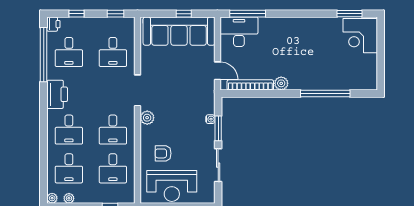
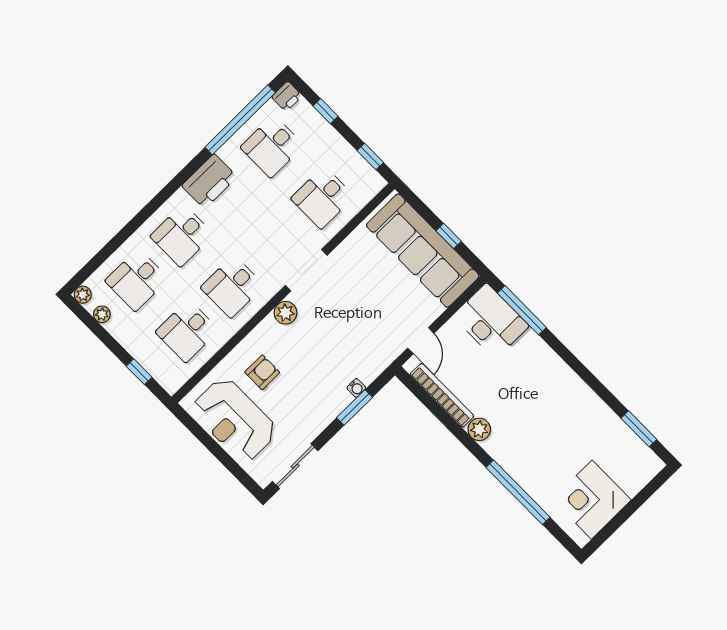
corner desk: (360, 36) -> (592, 500), moved
armchair: (163, 153) -> (262, 372), turned 90
sliding door: (218, 165) -> (295, 466), moved

